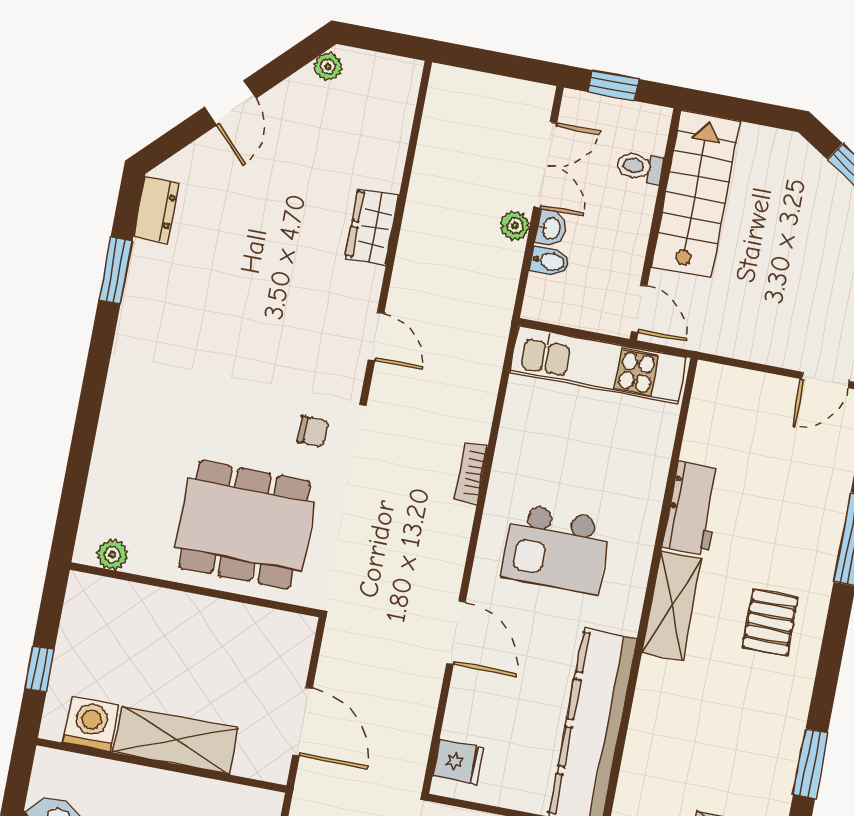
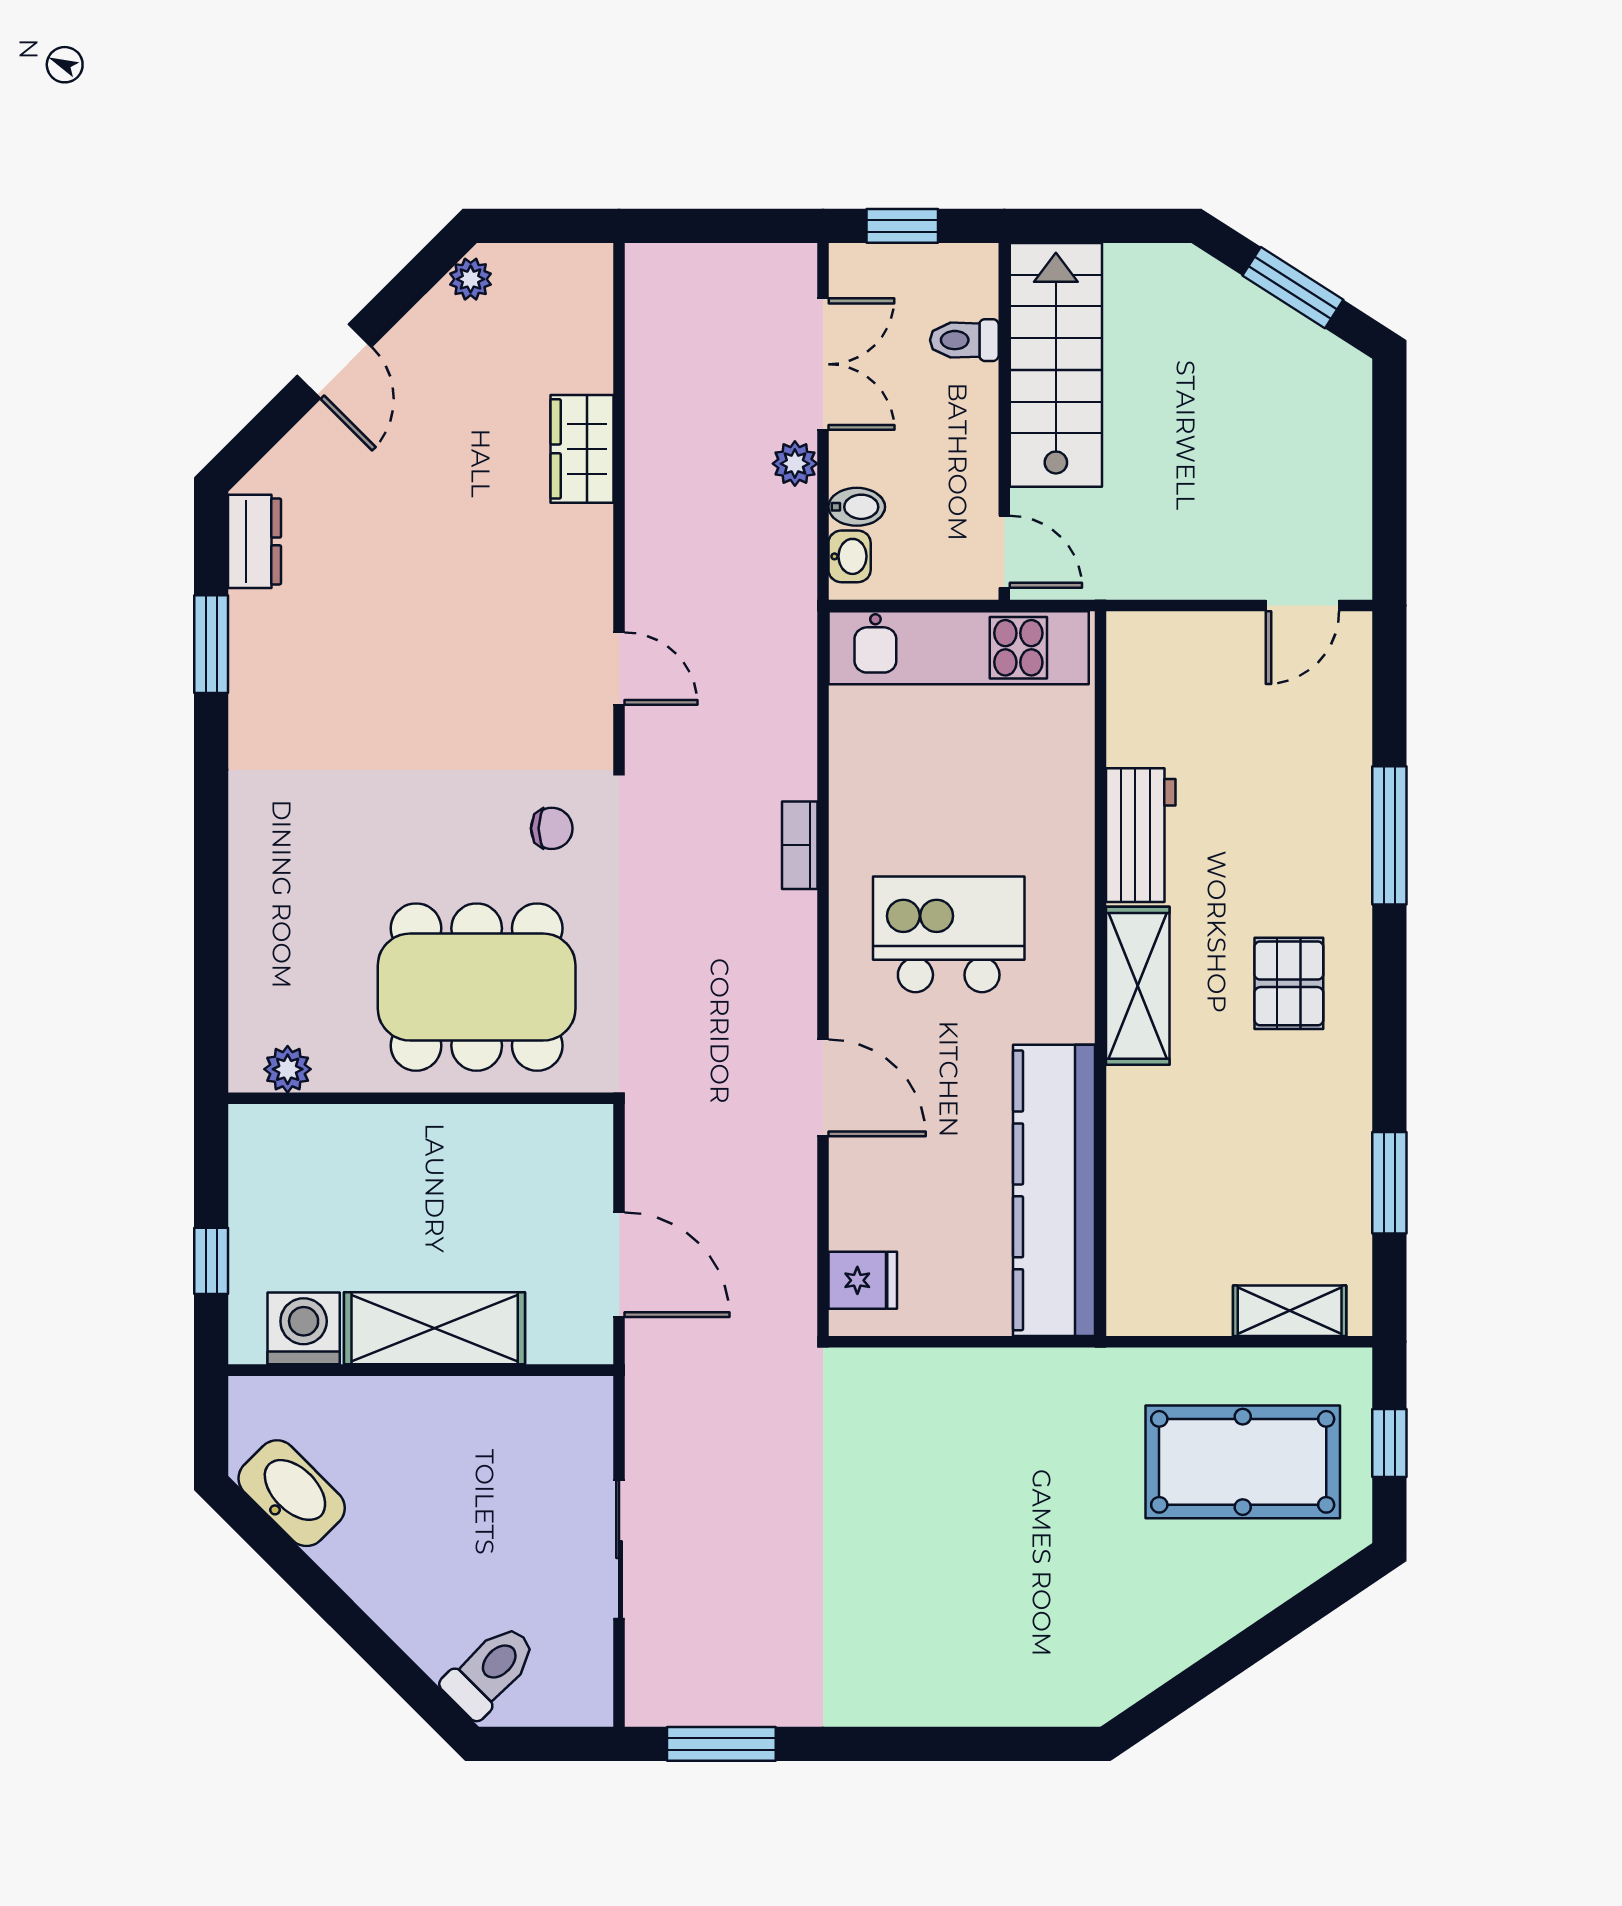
wardrobe: (372, 227) -> (582, 449), moved
washbasin: (551, 228) -> (850, 556), moved
kitchen island: (556, 549) -> (949, 934), turned 180

